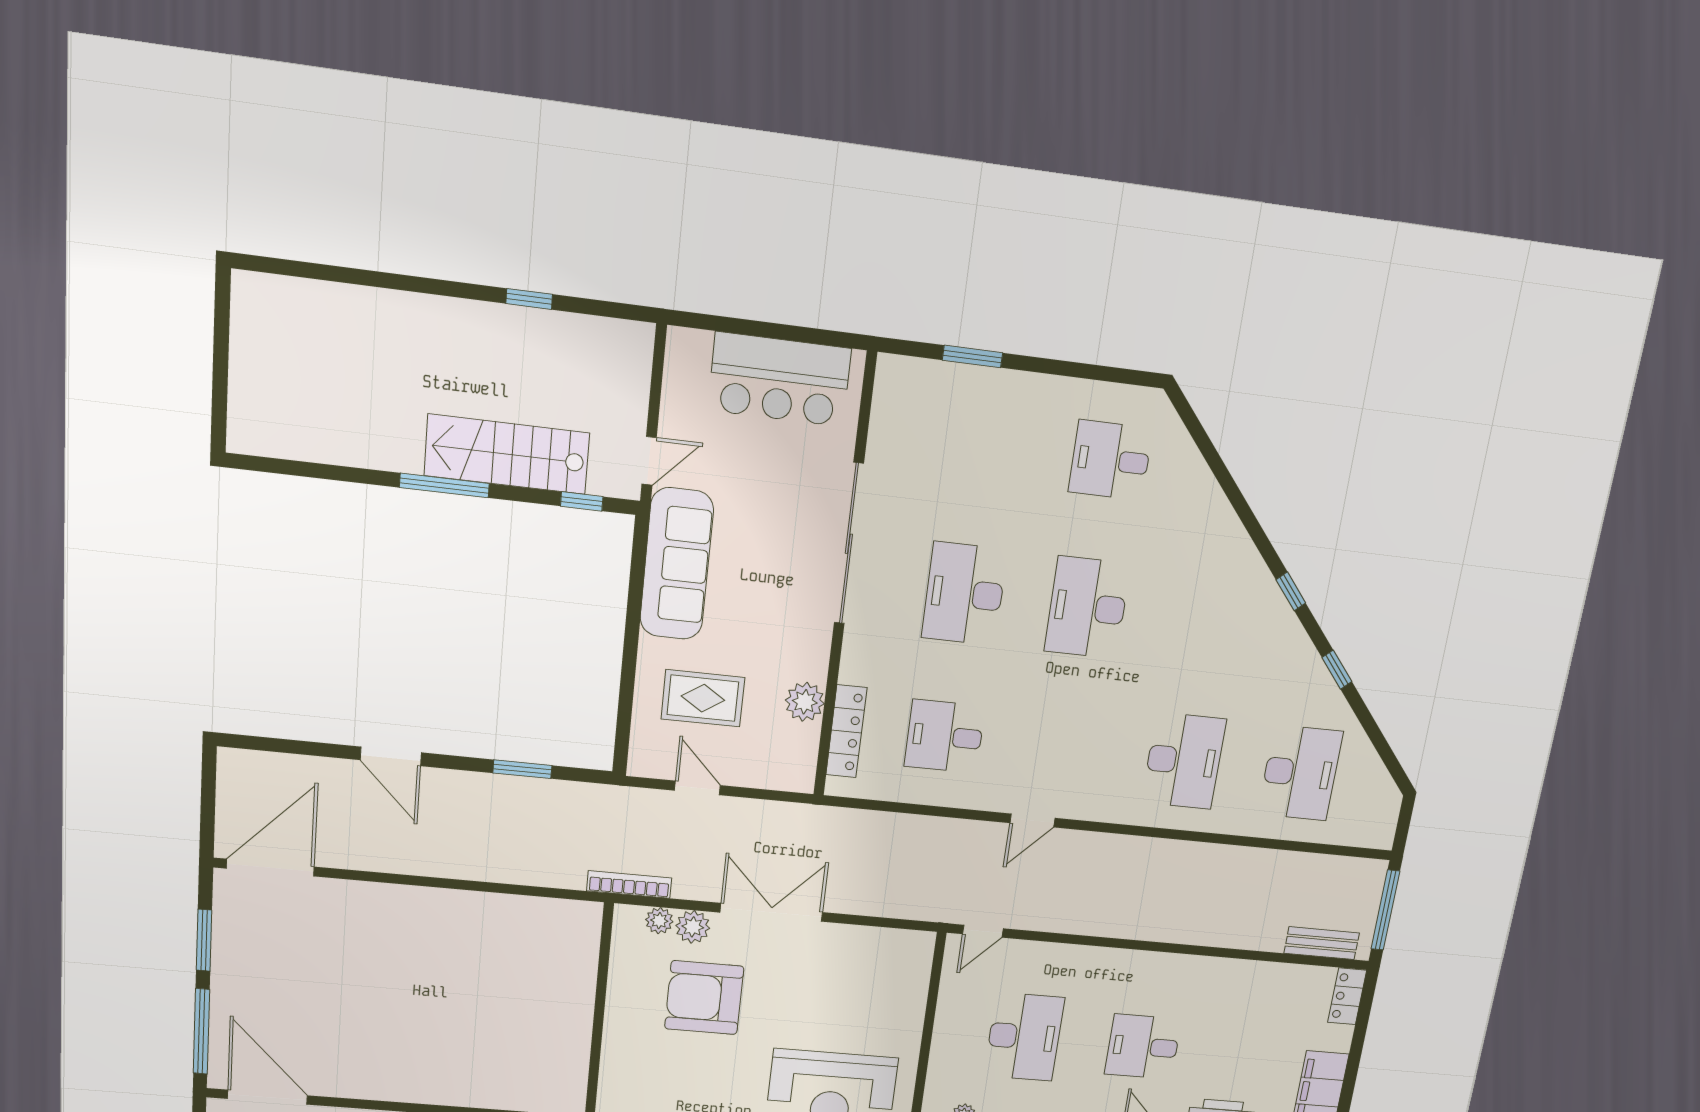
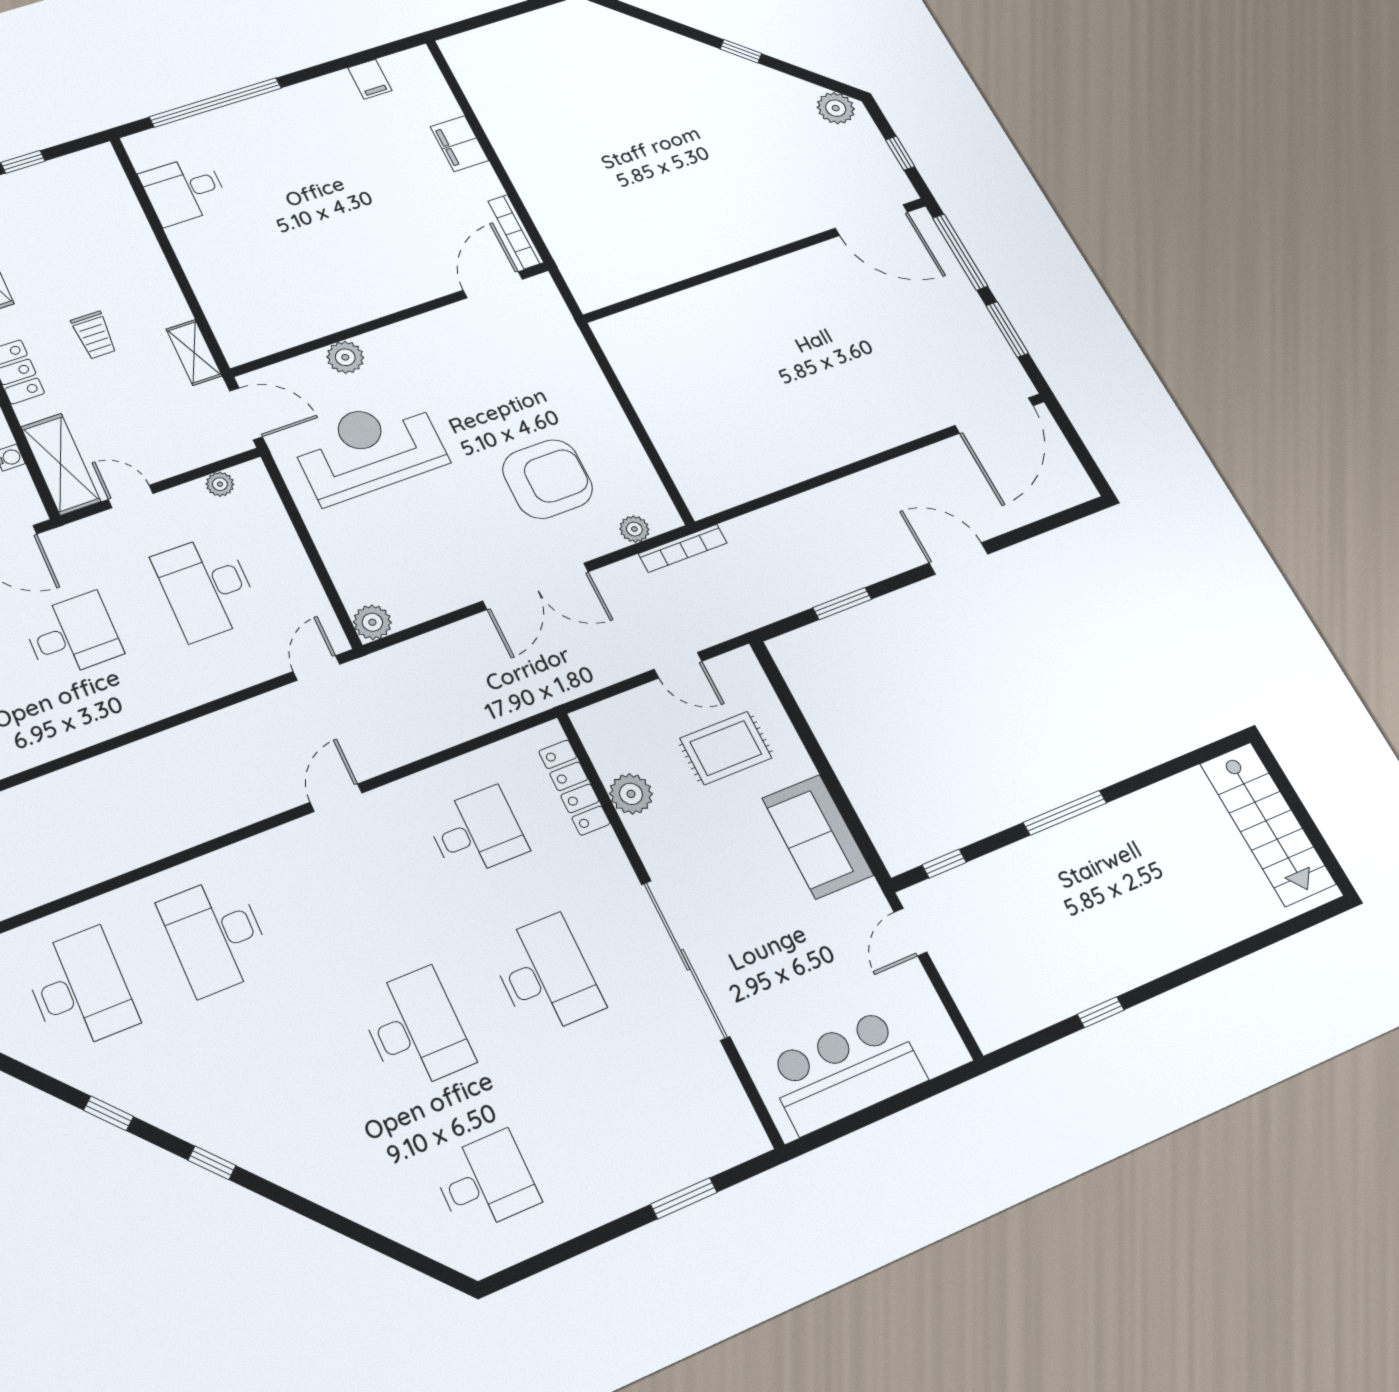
stairs: (507, 454) -> (1268, 824), moved, turned 90
sofa: (677, 564) -> (818, 837), width x0.73
desk: (1300, 773) -> (80, 989), turned 180
plant: (693, 927) -> (372, 622), moved

